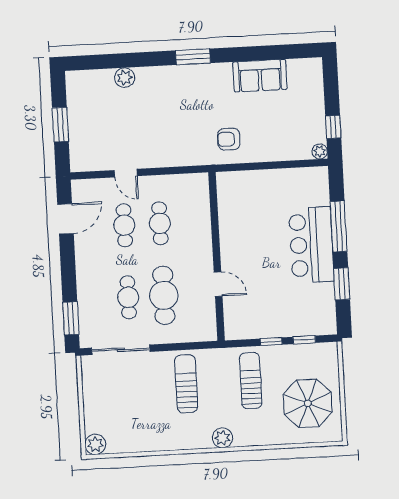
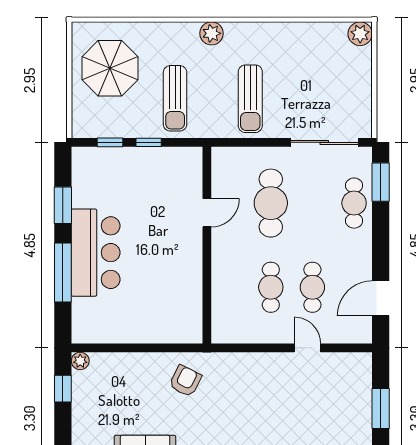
armchair: (229, 139) -> (185, 381), turned -63
door: (218, 284) -> (207, 213), swing flipped
cafe table: (128, 297) -> (354, 203), moved

